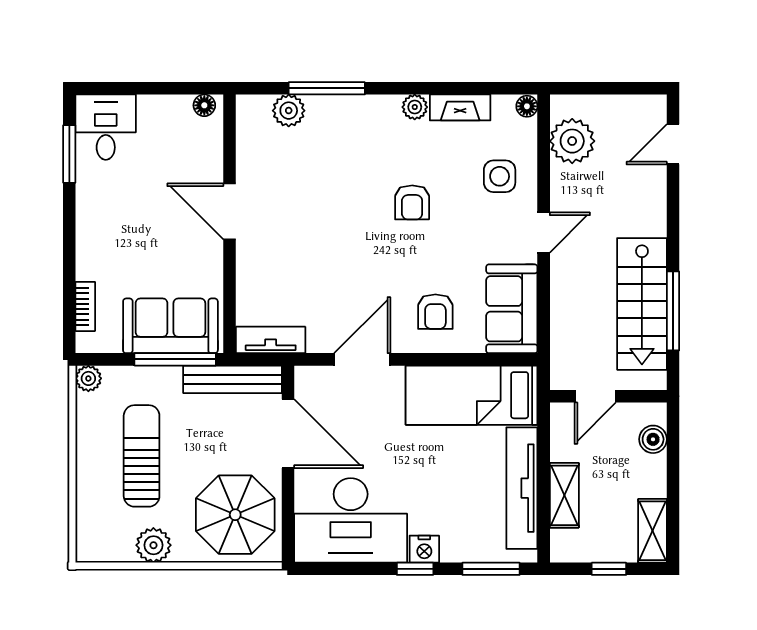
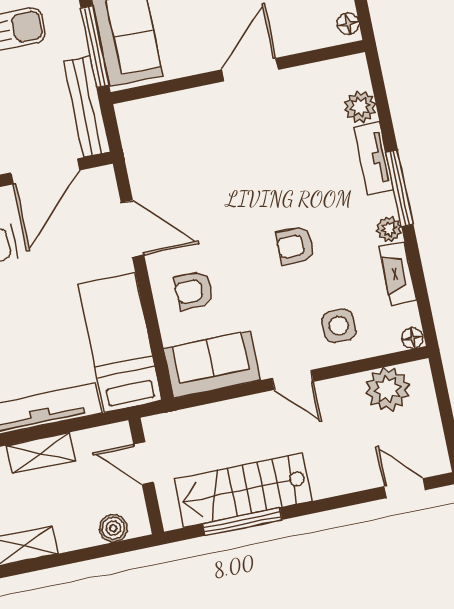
window: (327, 88) -> (400, 188), moved
tv unit: (271, 340) -> (374, 158), moved, turned 180

